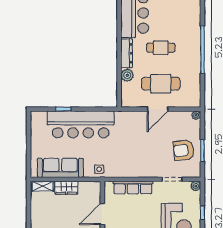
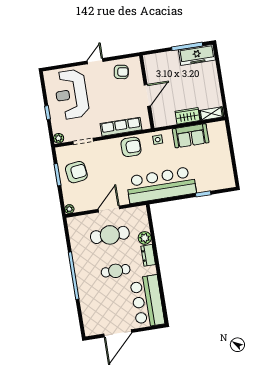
dresser: (127, 53) -> (148, 255), width x0.70
bar counter: (81, 124) -> (161, 185), moved
armchair: (126, 166) -> (131, 147), added
sofa: (60, 168) -> (191, 136), width x0.73

